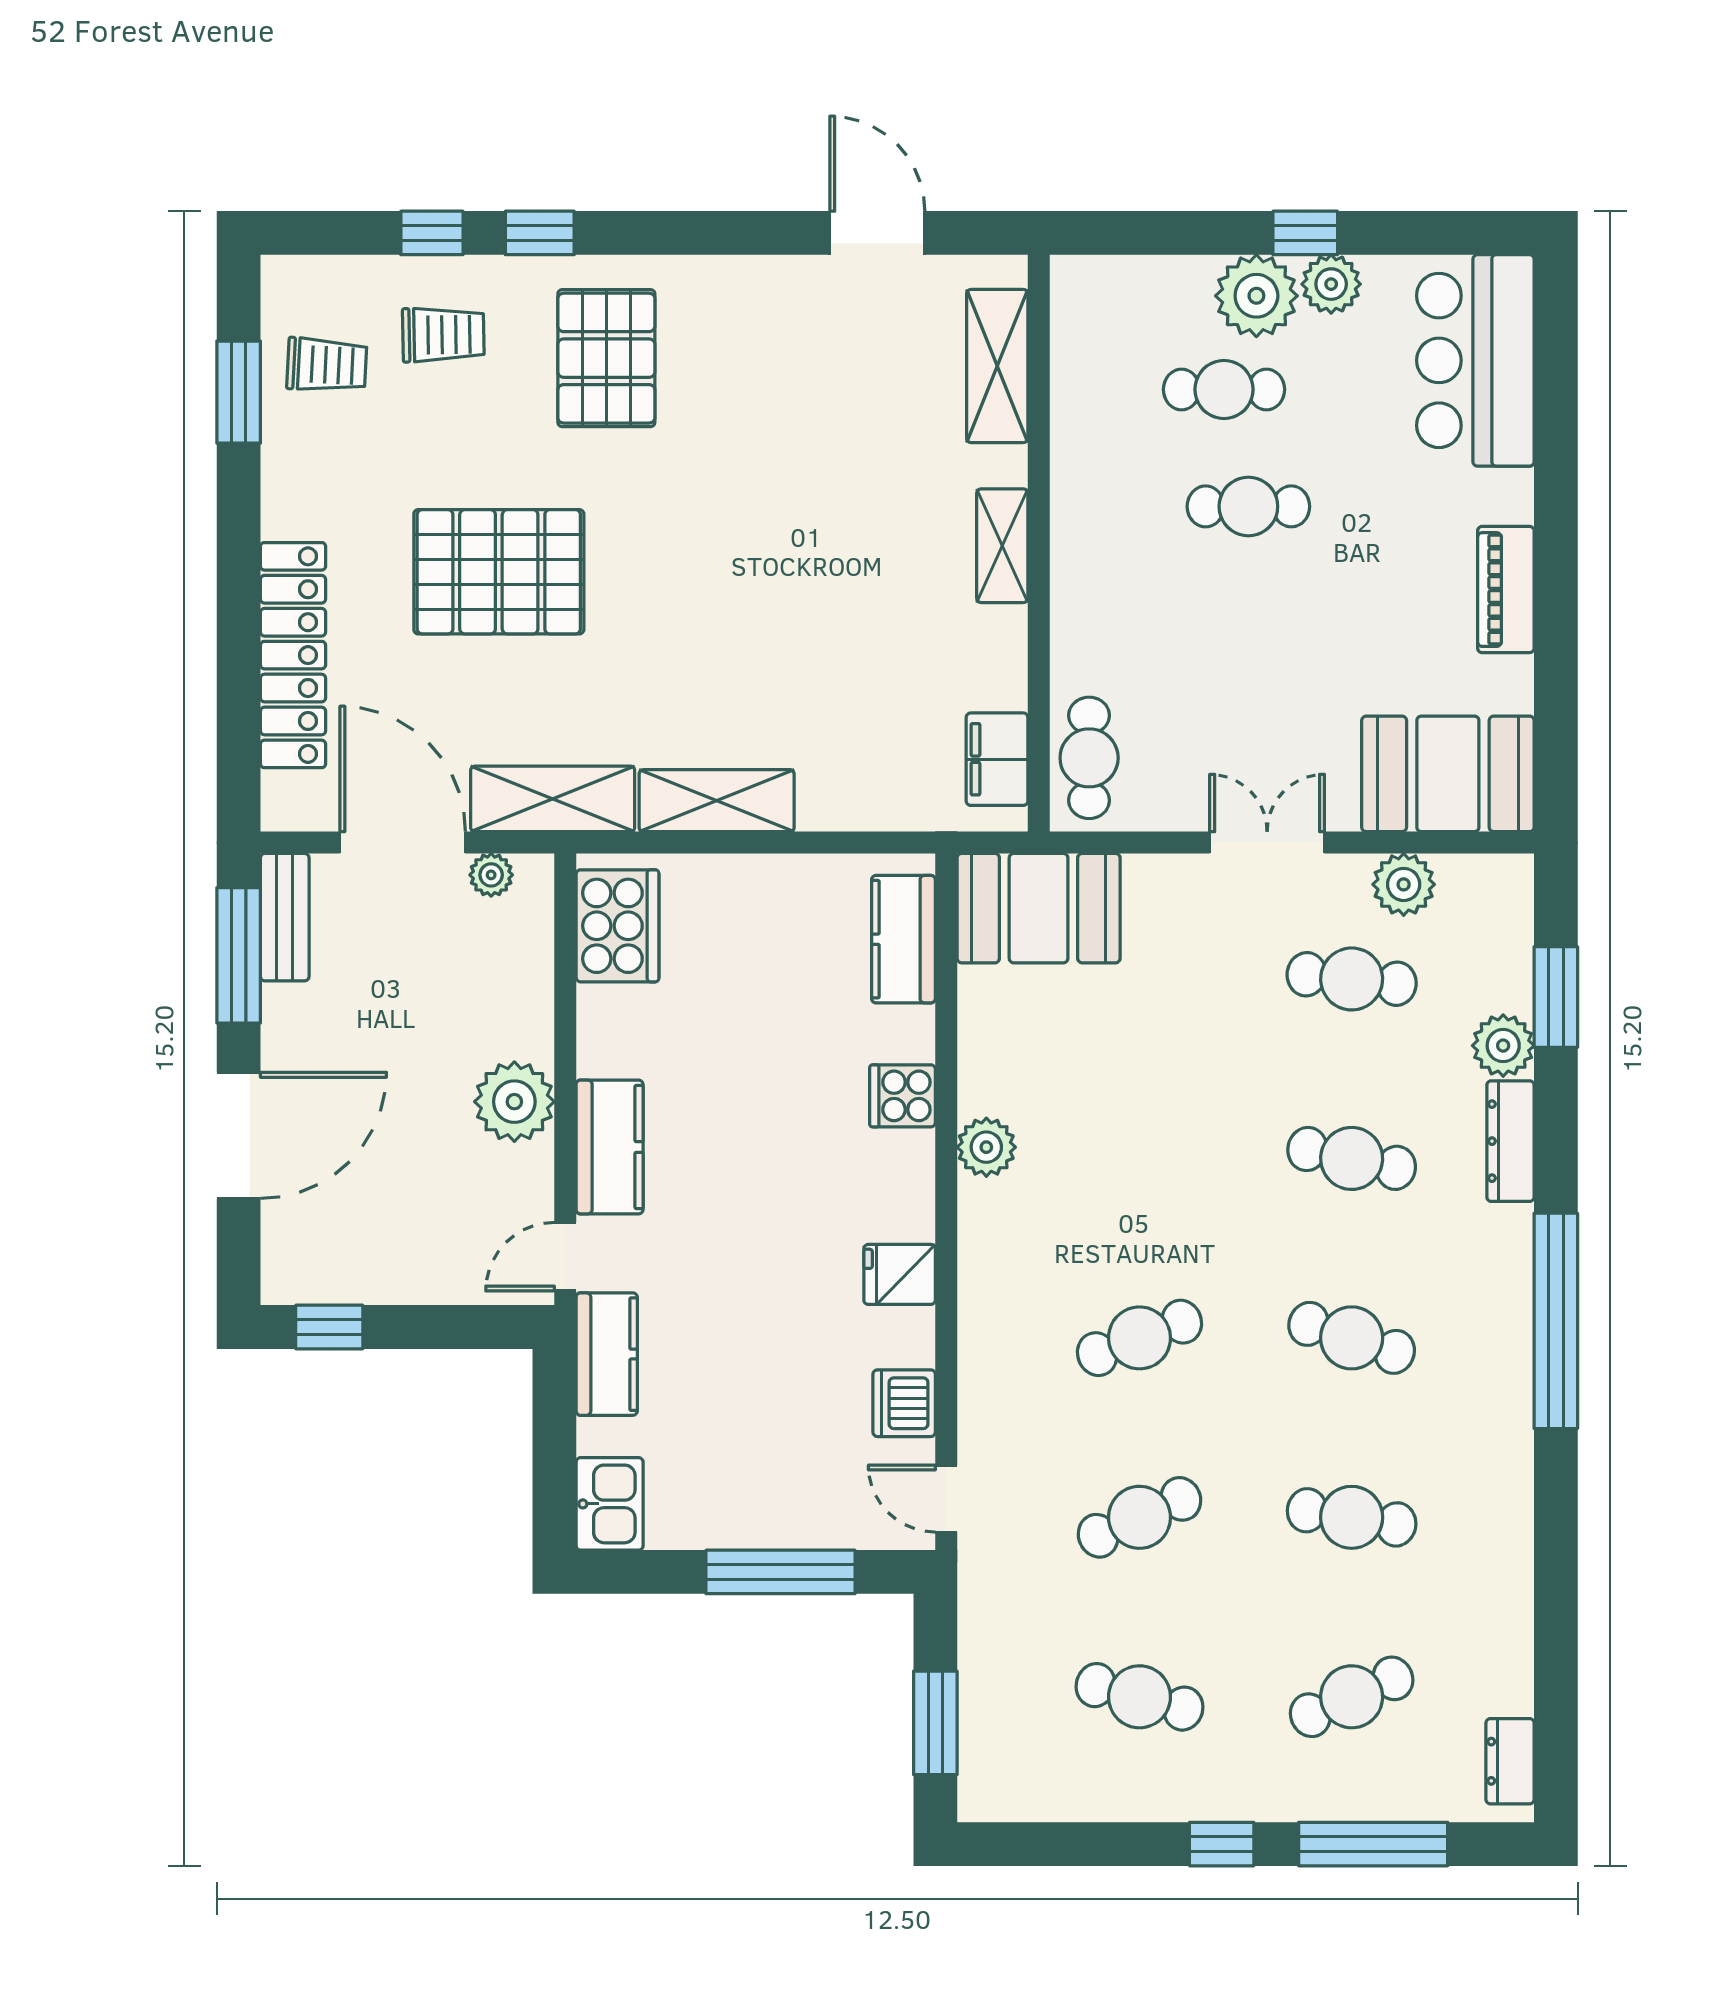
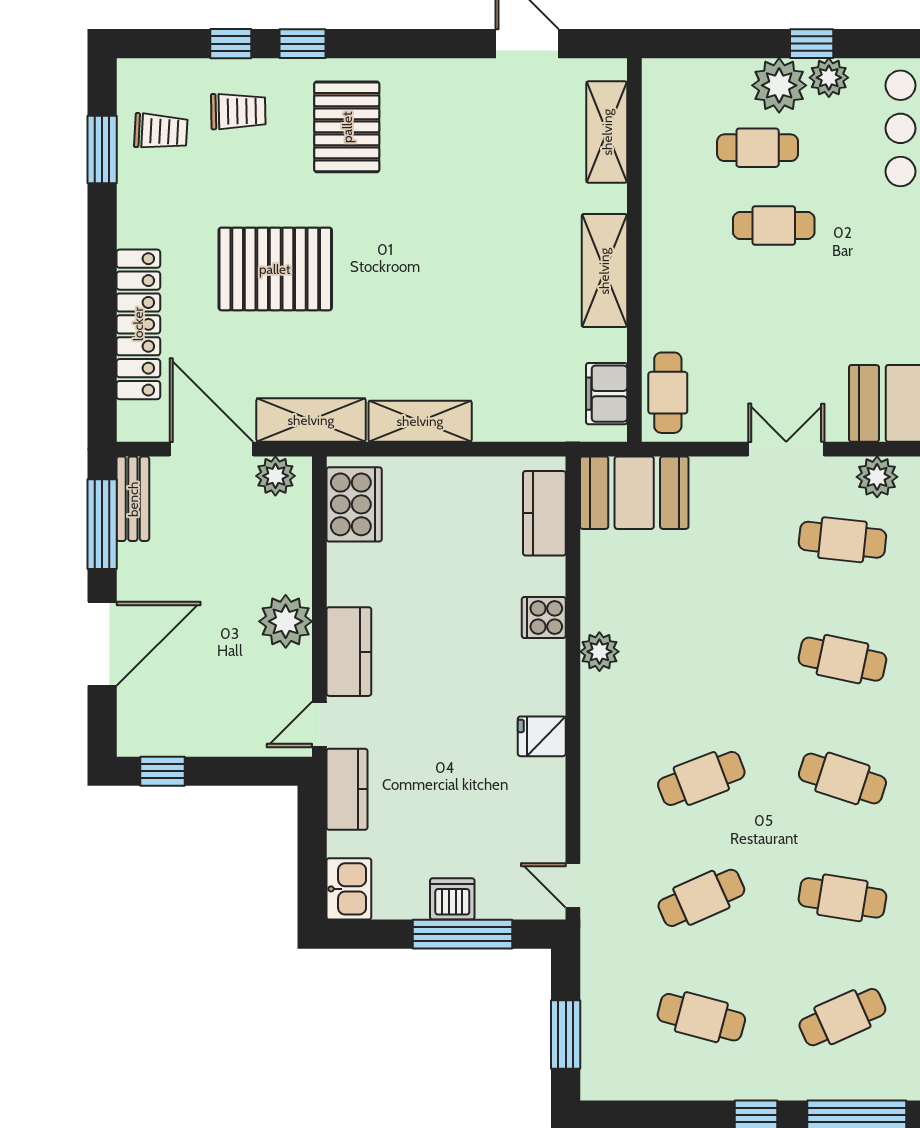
shelving: (1002, 546) -> (604, 271), width x1.50, depth x1.33
plant: (491, 875) -> (275, 476), width x1.38, depth x1.38
dishwasher: (904, 1403) -> (452, 899), moved, turned 90

